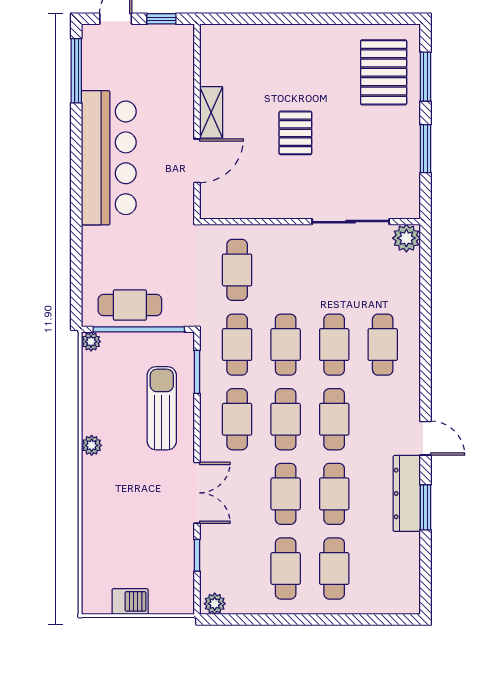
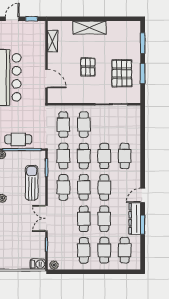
shelving: (299, 40) -> (89, 28), added
pallet: (384, 72) -> (122, 73), moved
shelving: (211, 112) -> (52, 41), moved
door: (197, 161) -> (46, 79), hinge flipped
plant: (406, 238) -> (135, 111), removed
cafe table: (286, 270) -> (84, 125), added
door: (425, 438) -> (143, 195), swing flipped
double door: (197, 493) -> (46, 218), swing flipped
cafe table: (383, 569) -> (125, 250), added
barbecue: (130, 601) -> (38, 264), moved

